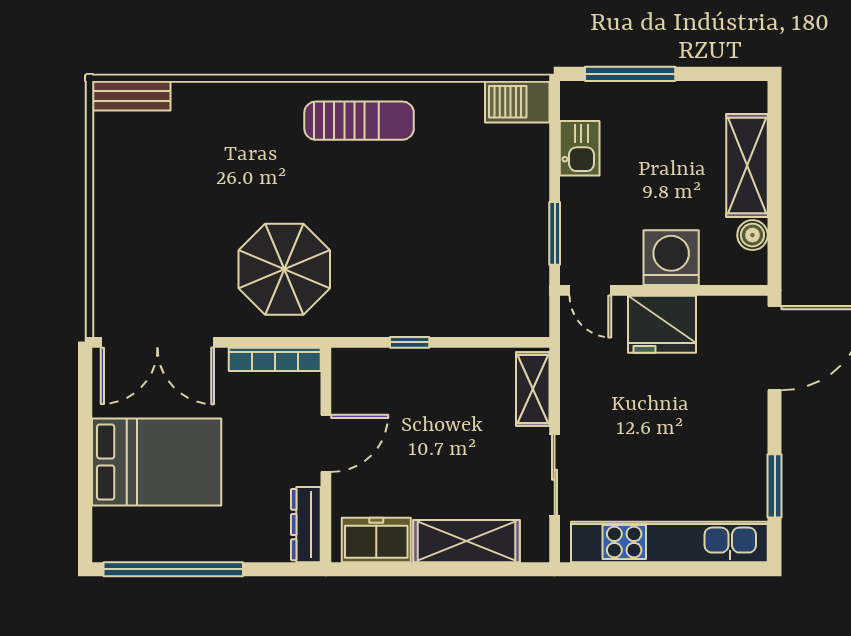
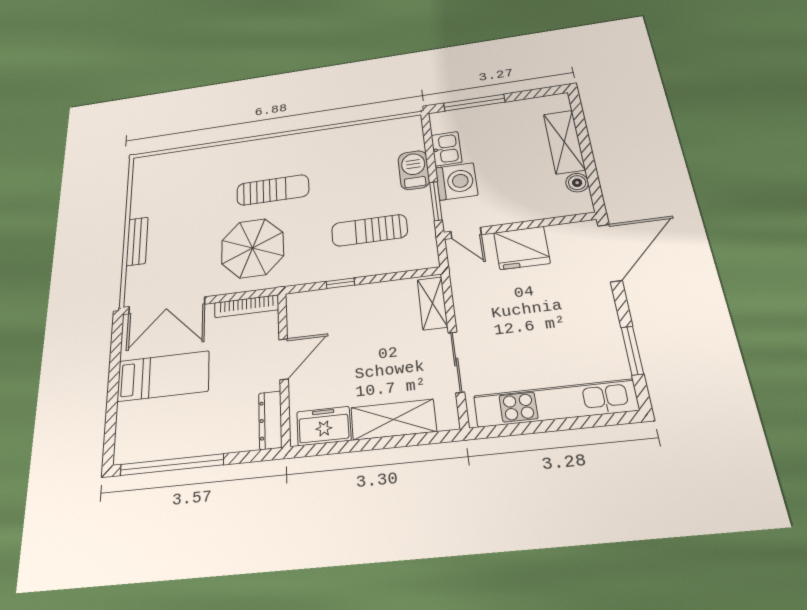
bench: (131, 96) -> (137, 241), moved, turned 90
barbecue: (517, 102) -> (414, 170), moved, turned 90
sun lounger: (359, 121) -> (273, 190), moved
washing machine: (671, 258) -> (456, 181), moved, turned 90
sun lounger: (456, 266) -> (369, 230), added
bed: (157, 462) -> (163, 376), width x0.67

